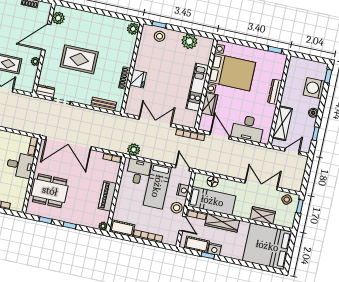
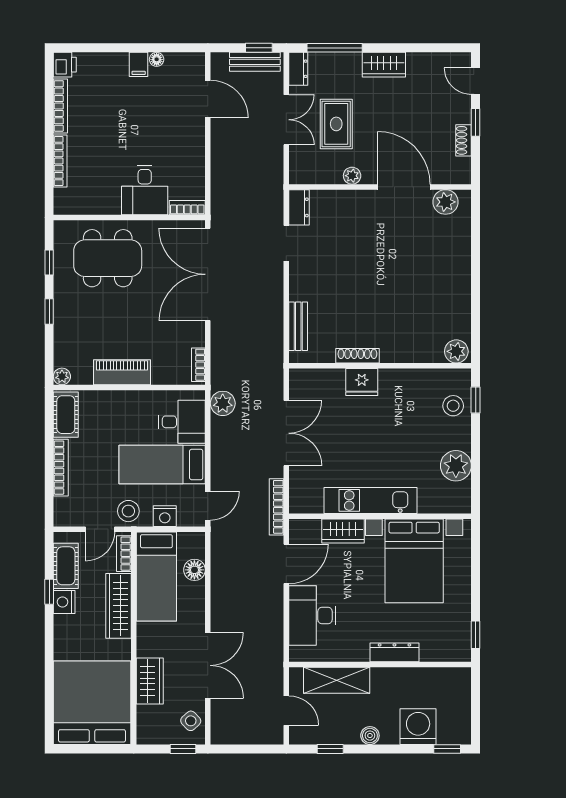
rug: (79, 59) -> (374, 260), removed
dining table: (50, 191) -> (108, 258), turned 90

